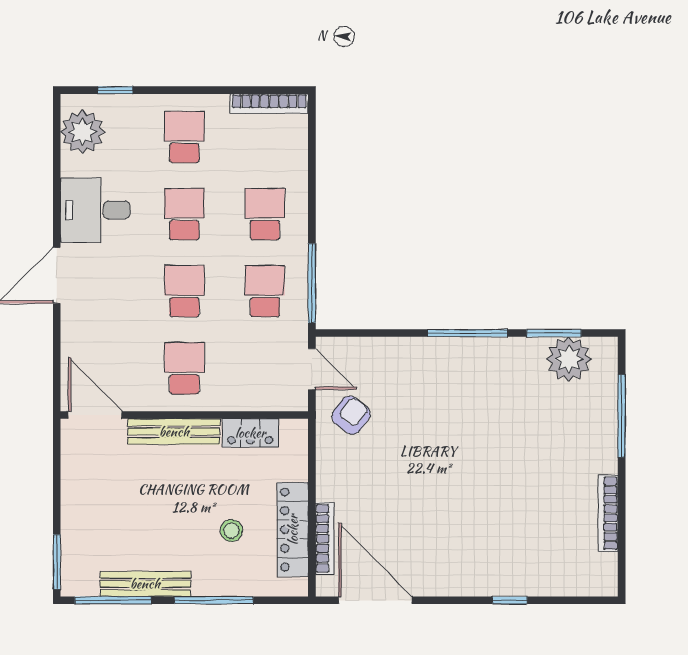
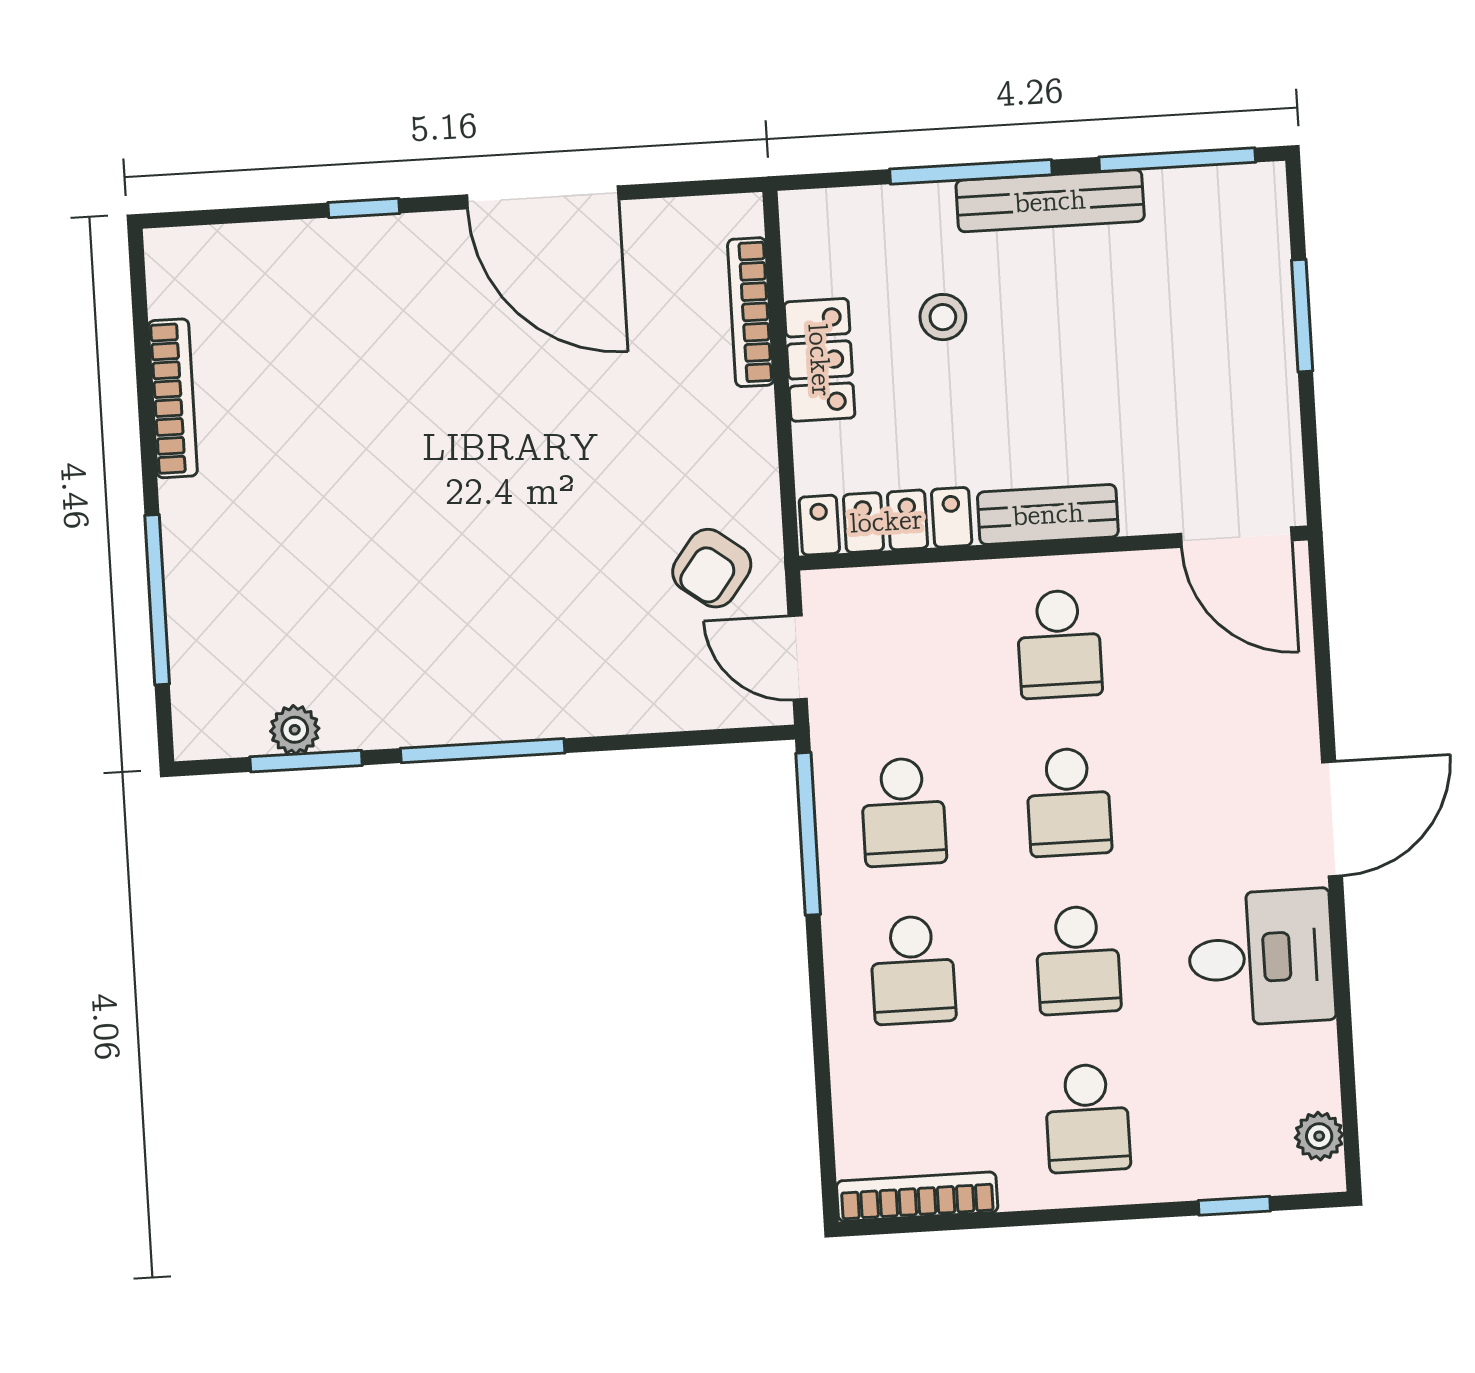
plant: (82, 132) -> (1319, 1136), width x0.53, depth x0.53
plant: (569, 359) -> (295, 730), width x0.53, depth x0.53
bench: (174, 432) -> (1048, 514), width x0.73
locker: (250, 433) -> (886, 521), width x1.53
locker: (293, 530) -> (820, 360), width x0.66
window: (57, 562) -> (1302, 316), moved
bench: (145, 584) -> (1050, 201), moved
door: (375, 600) -> (543, 197), moved

